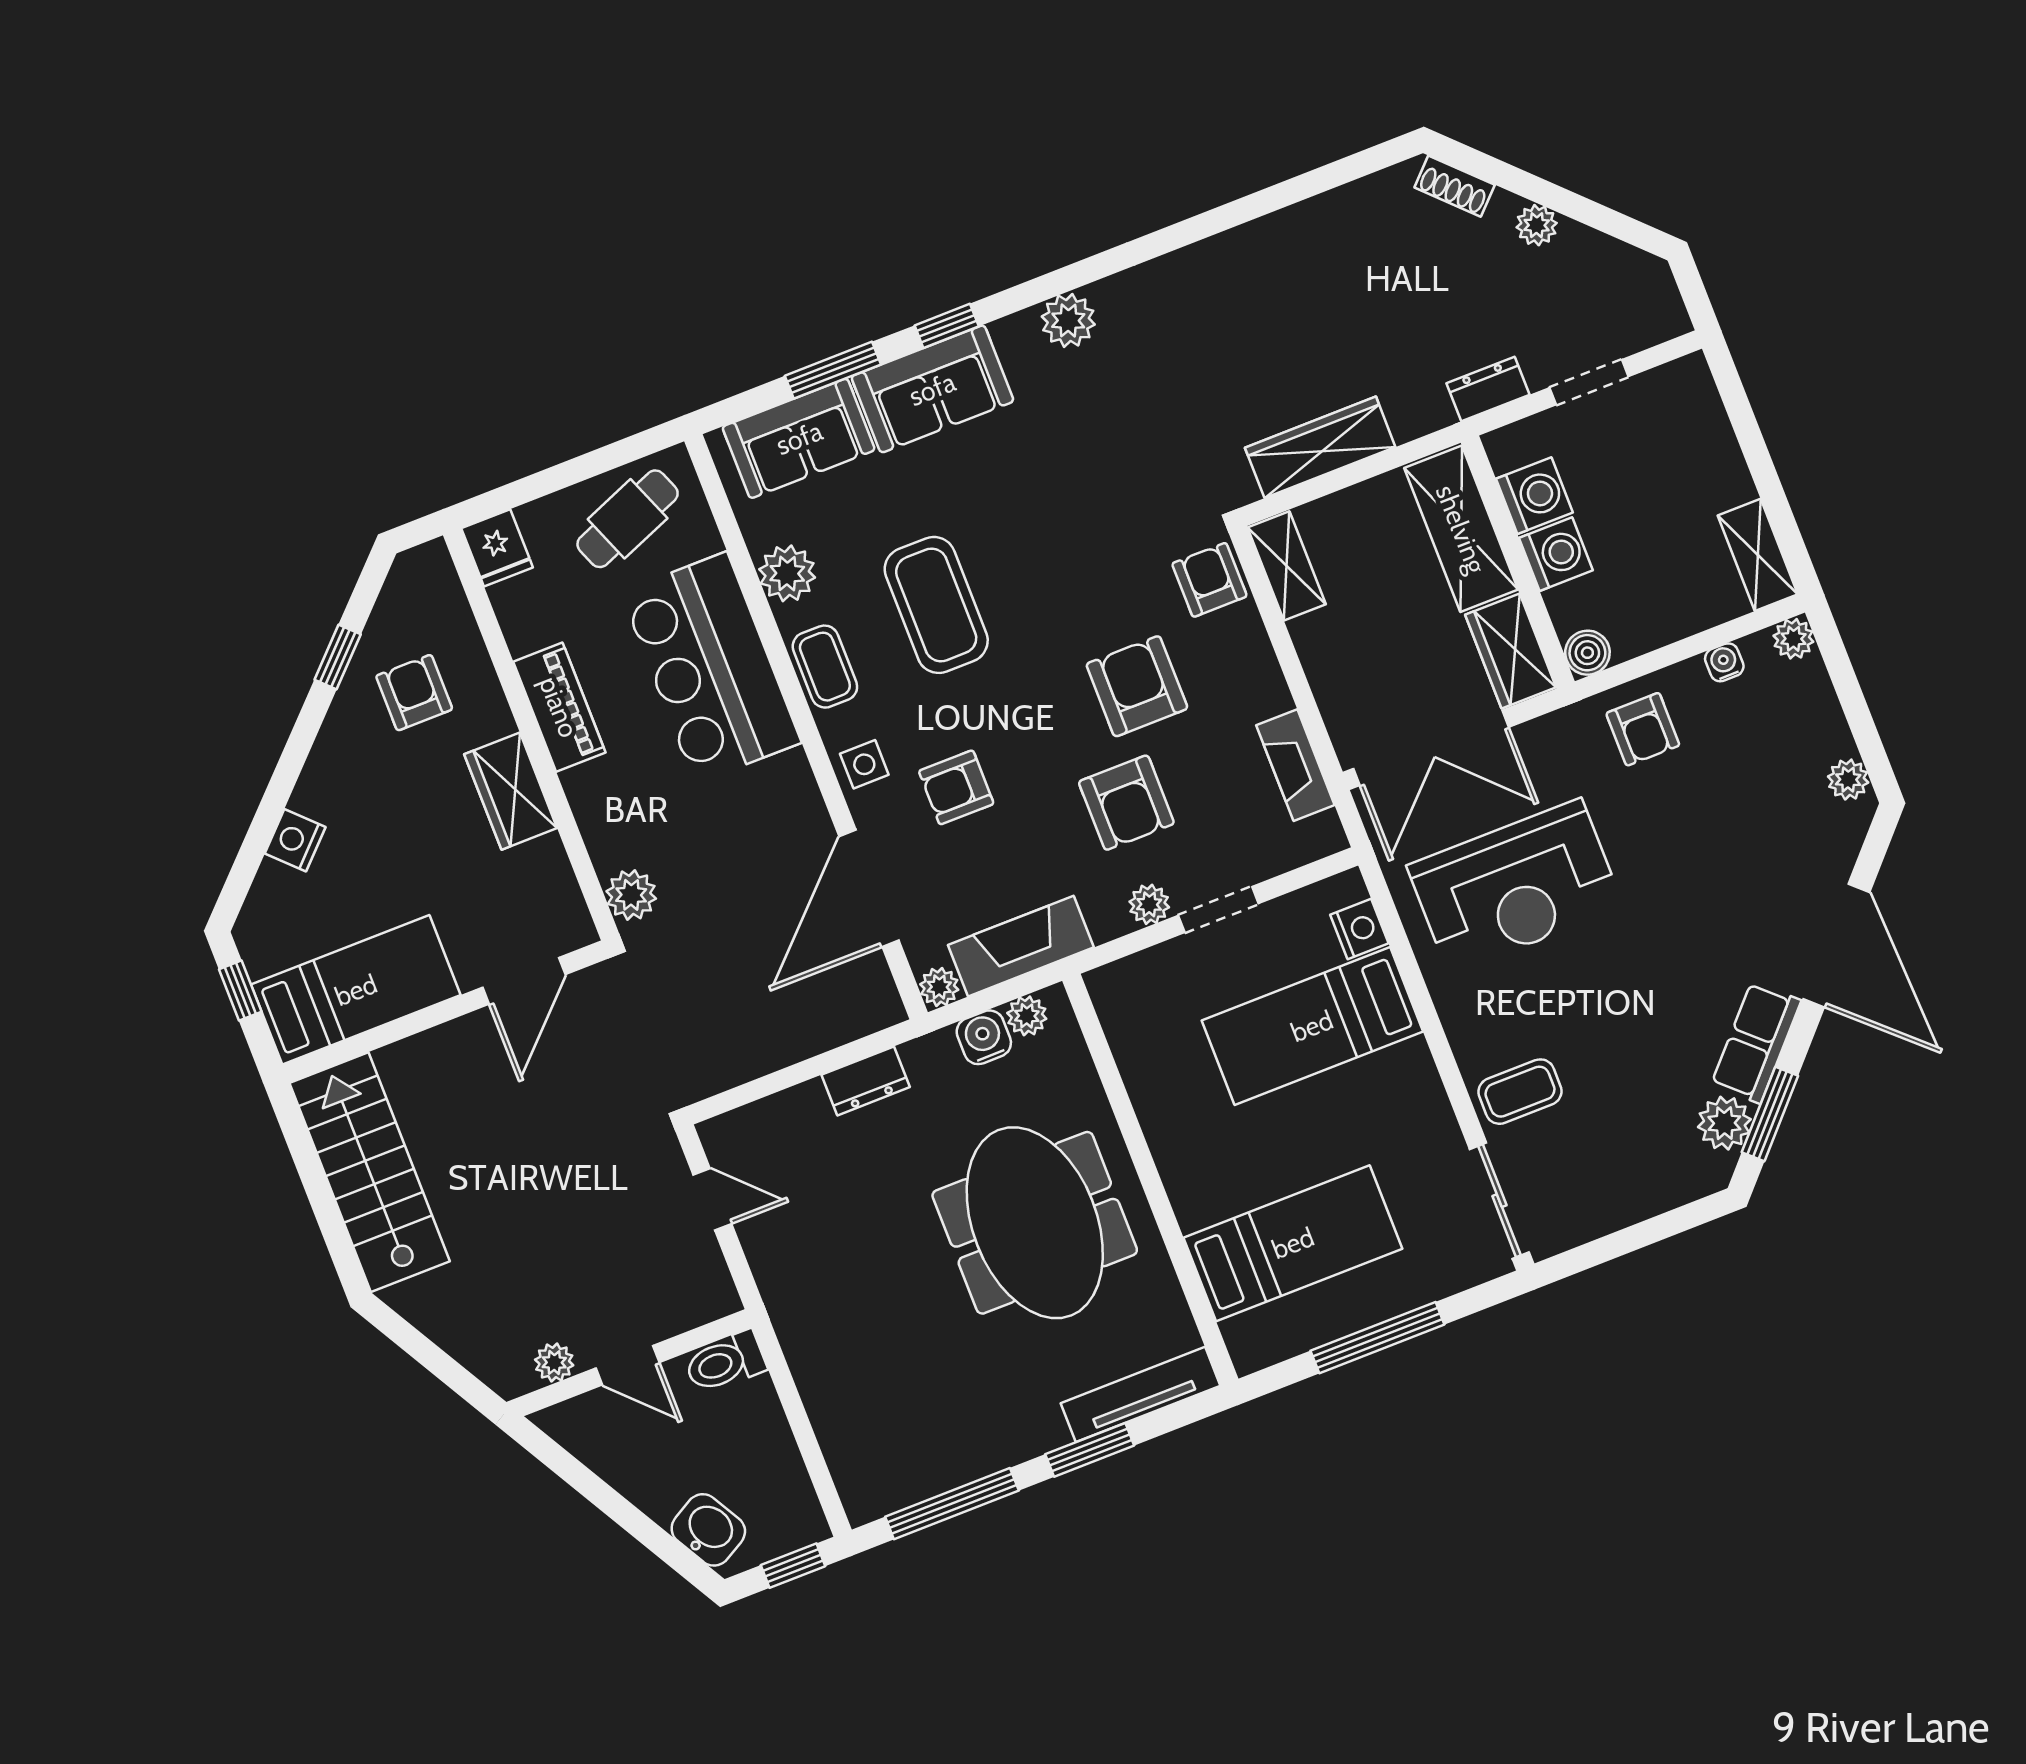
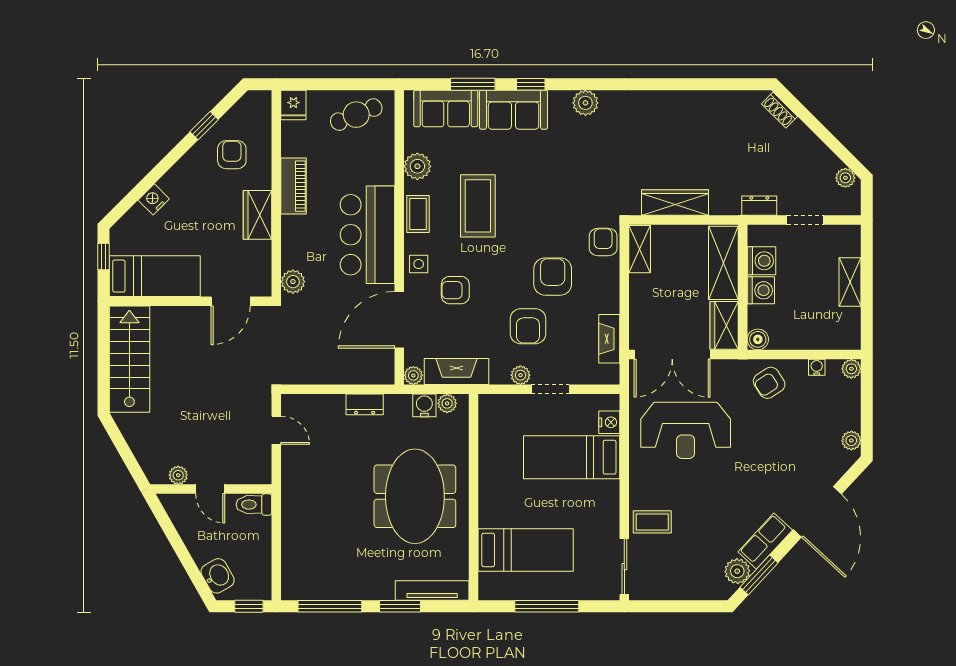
plant: (1537, 225) -> (845, 178), moved
shelving: (1758, 555) -> (850, 282), moved
bar counter: (711, 668) -> (367, 235), moved
armchair: (1643, 729) -> (769, 383), turned 57

